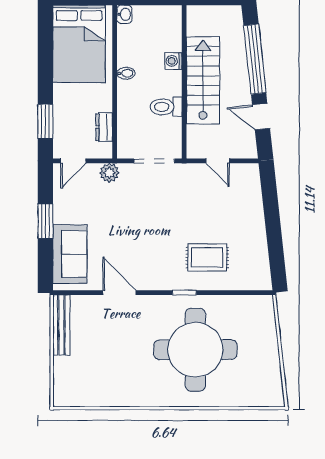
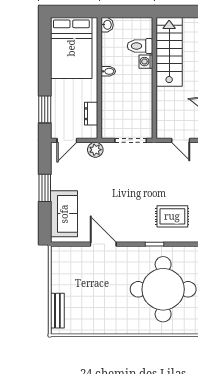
stairs: (203, 80) -> (169, 52), moved
toilet: (166, 107) -> (140, 46), moved
bench: (61, 325) -> (57, 311), moved, width x0.73

